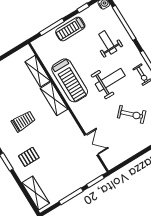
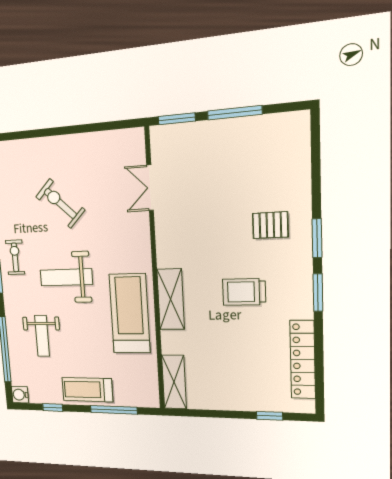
treadmill: (70, 29) -> (87, 390), turned 180
shelving: (38, 71) -> (174, 382), moved
shelving: (36, 193) -> (297, 152), removed

